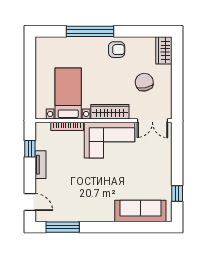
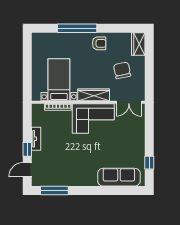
window: (30, 149) -> (27, 149), moved
door: (30, 202) -> (27, 170), swing flipped

